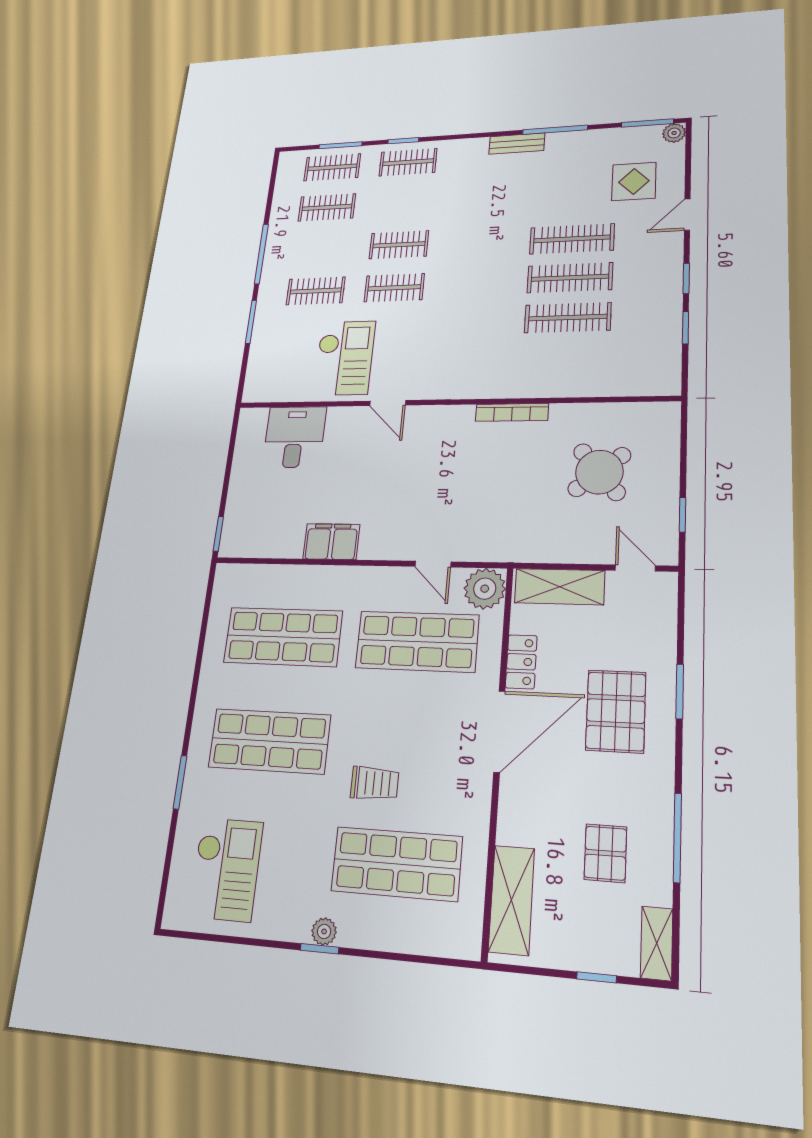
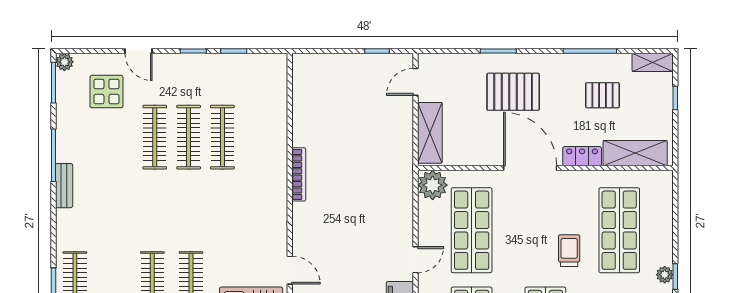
door: (388, 403) -> (290, 270), hinge flipped
round table: (599, 472) -> (346, 109), removed
door: (433, 564) -> (416, 260), moved
locker: (521, 662) -> (582, 156), moved

